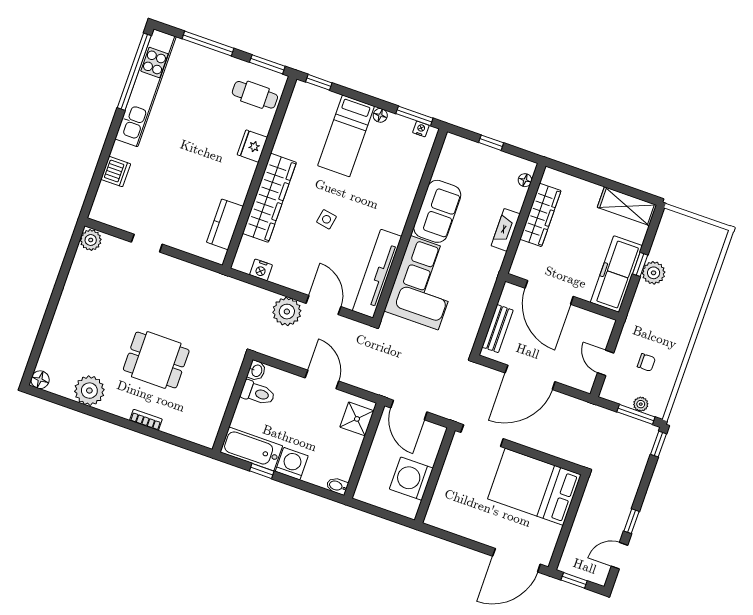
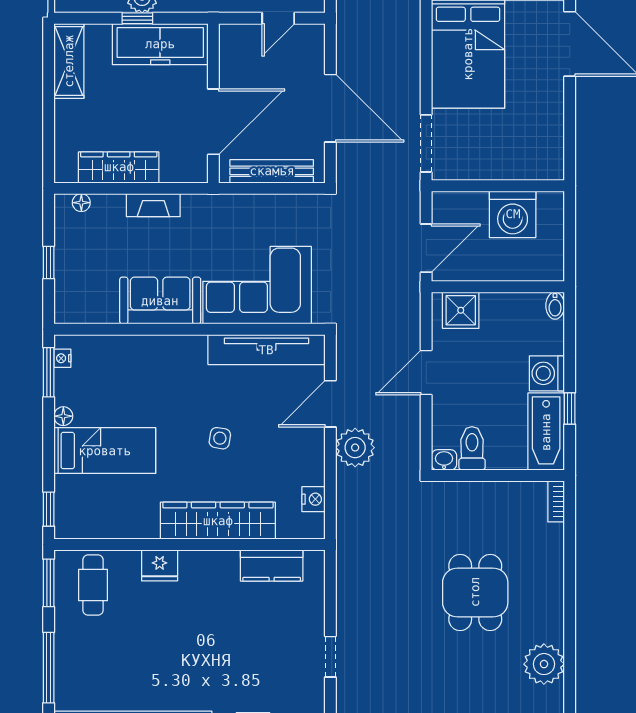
bench: (498, 329) -> (272, 171), width x1.36
bookcase: (146, 420) -> (556, 501), moved

